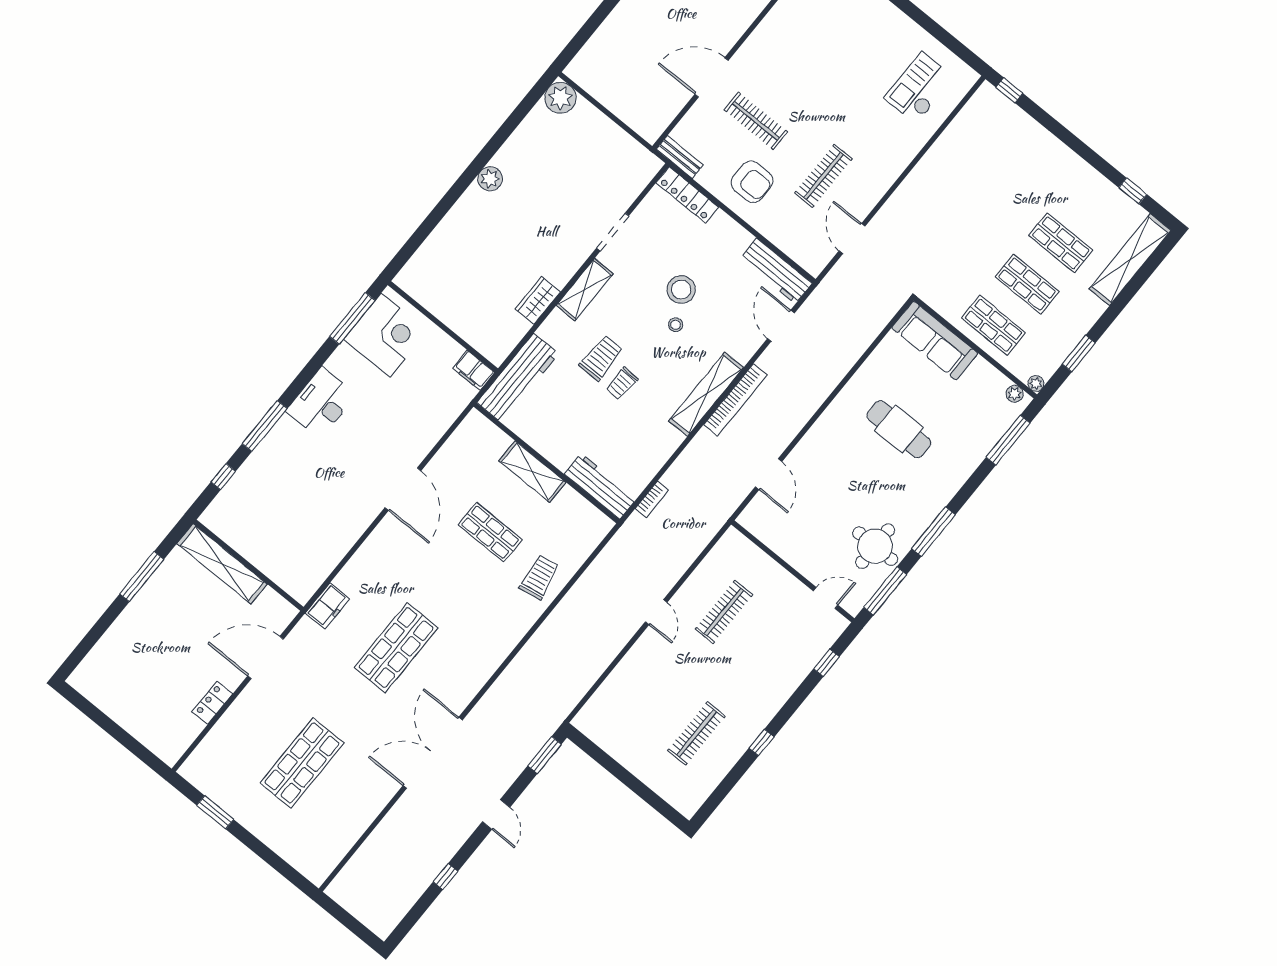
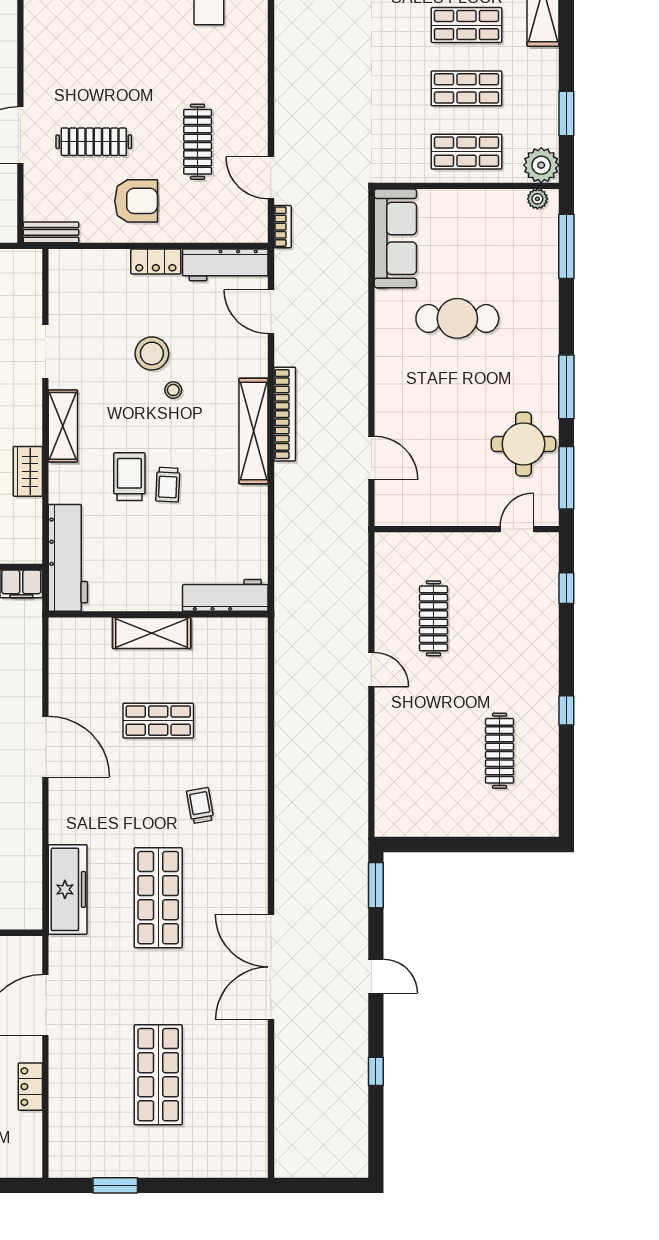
locker: (687, 195) -> (156, 261), moved, width x0.66
sofa: (935, 341) -> (395, 238), moved, turned -90
plant: (1036, 384) -> (541, 165), width x1.87, depth x1.87
bookcase: (652, 499) -> (283, 227), moved
trolley: (539, 577) -> (200, 805), moved, width x0.73, depth x0.72
freezer: (327, 606) -> (68, 889), width x1.91, depth x1.26

